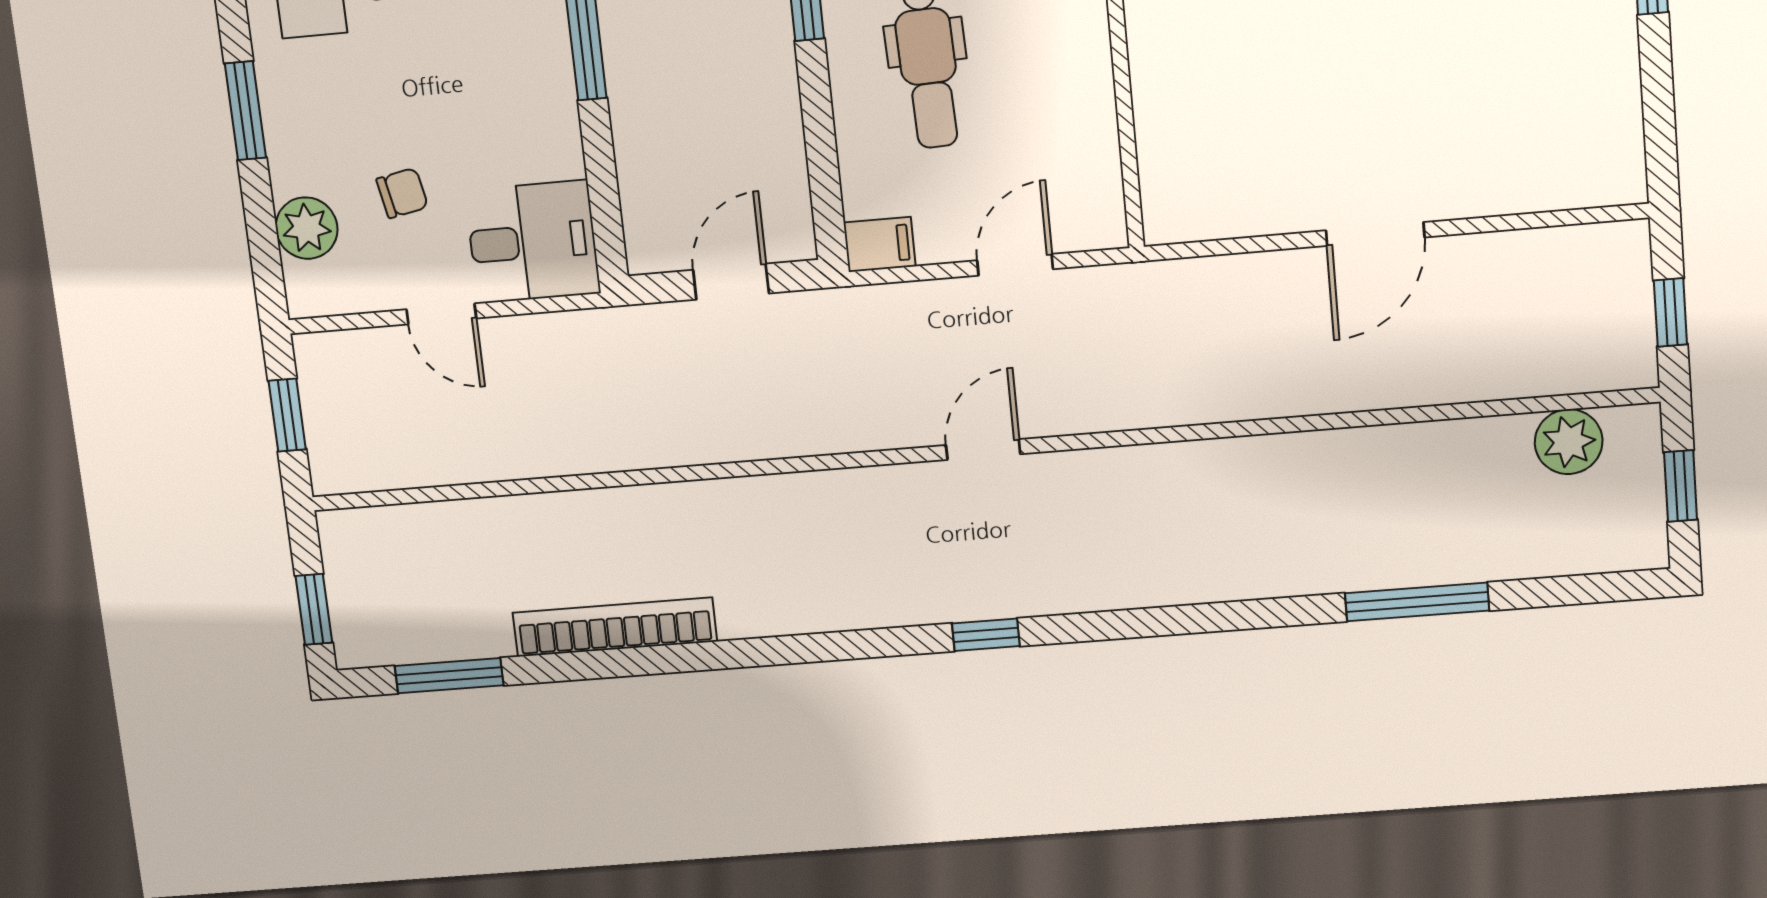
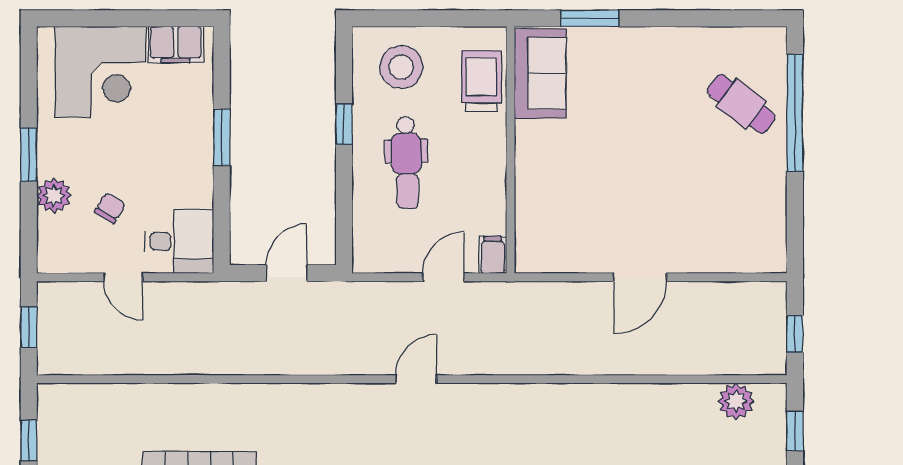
chair: (402, 193) -> (110, 208), turned -48
plant: (307, 228) -> (54, 195), moved
filing cabinet: (879, 244) -> (493, 255), moved, turned -90

